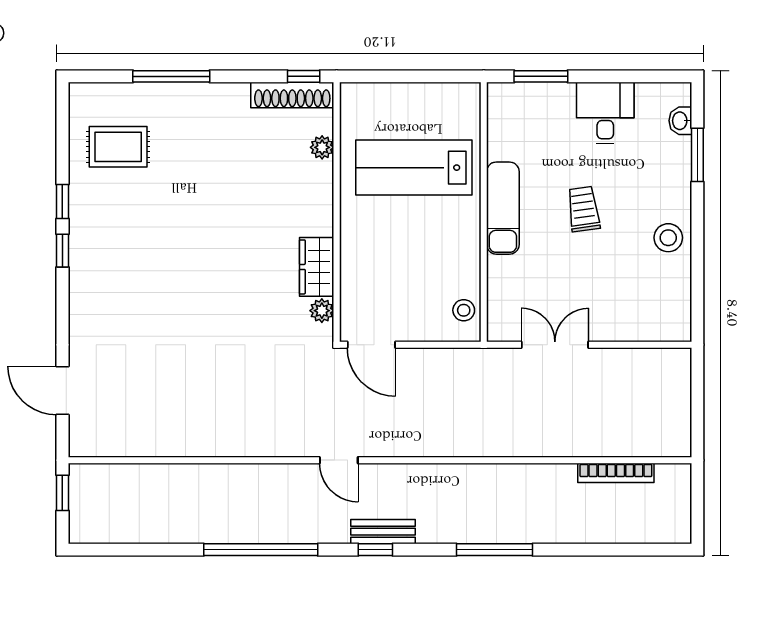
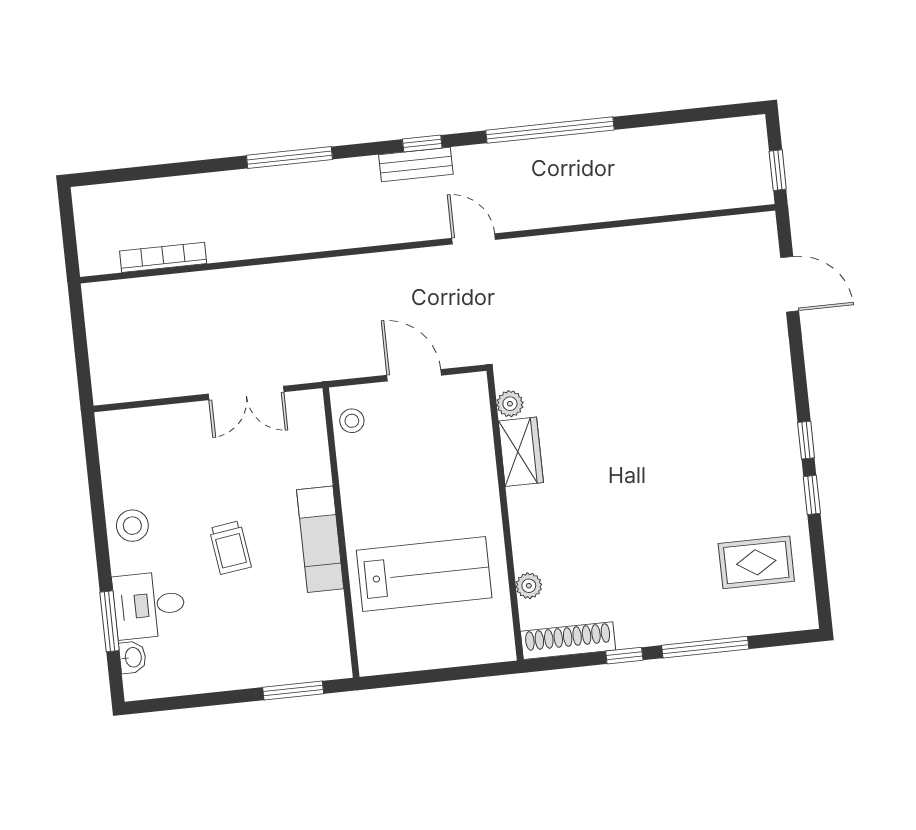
window: (304, 76) -> (624, 656), moved
desk: (605, 113) -> (149, 605), moved, turned 90
door: (371, 345) -> (414, 375), moved

